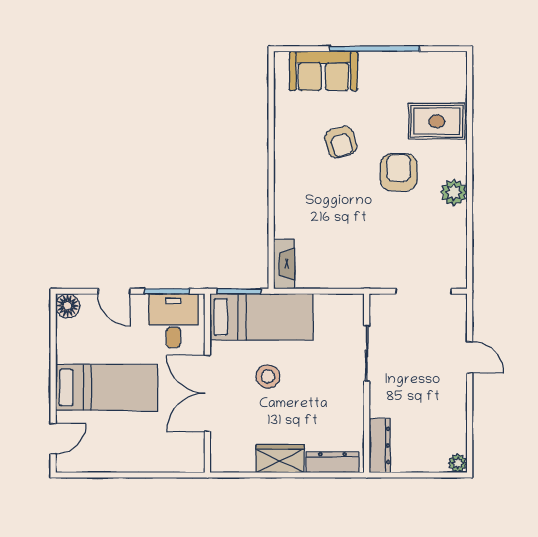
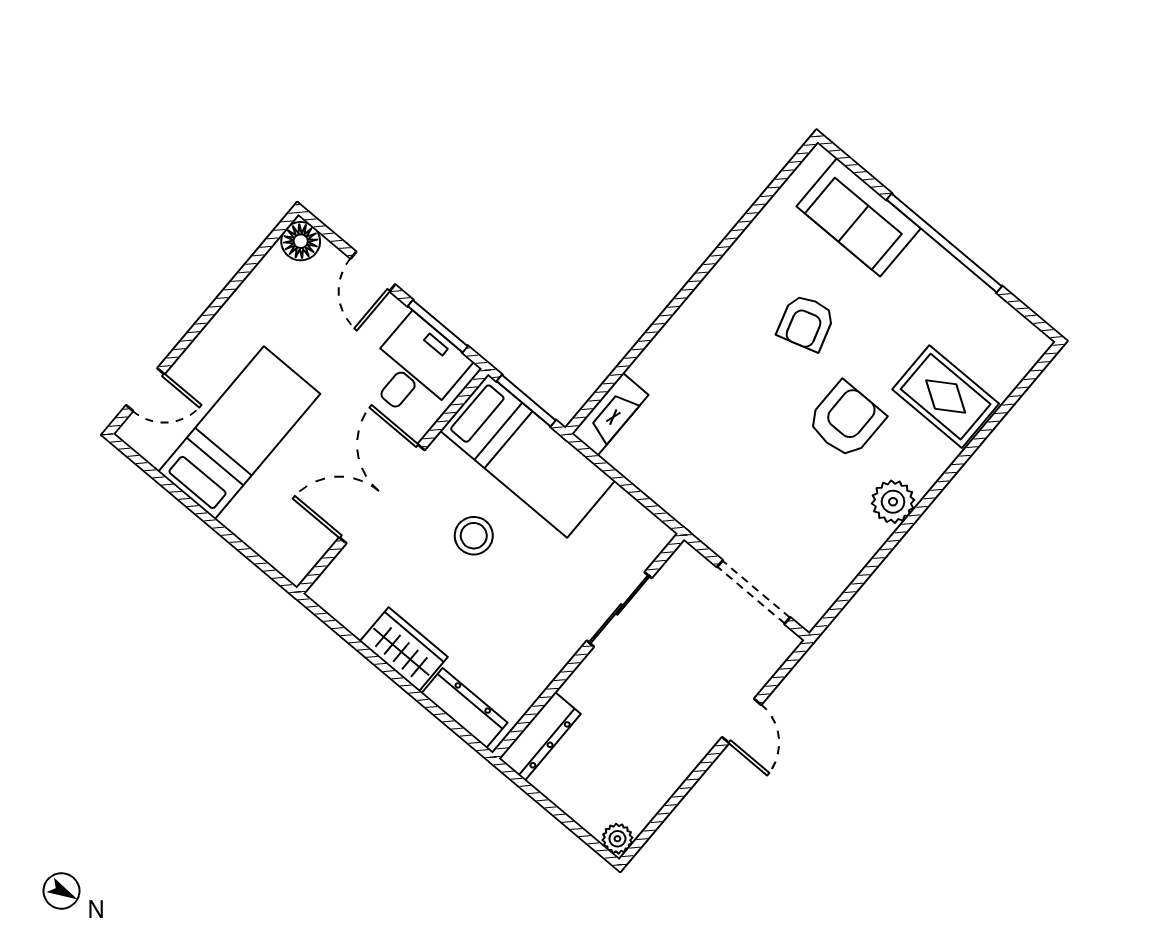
bed: (107, 387) -> (239, 433), moved, turned -90

